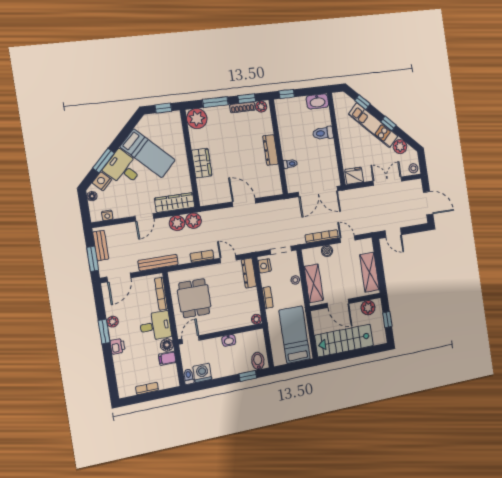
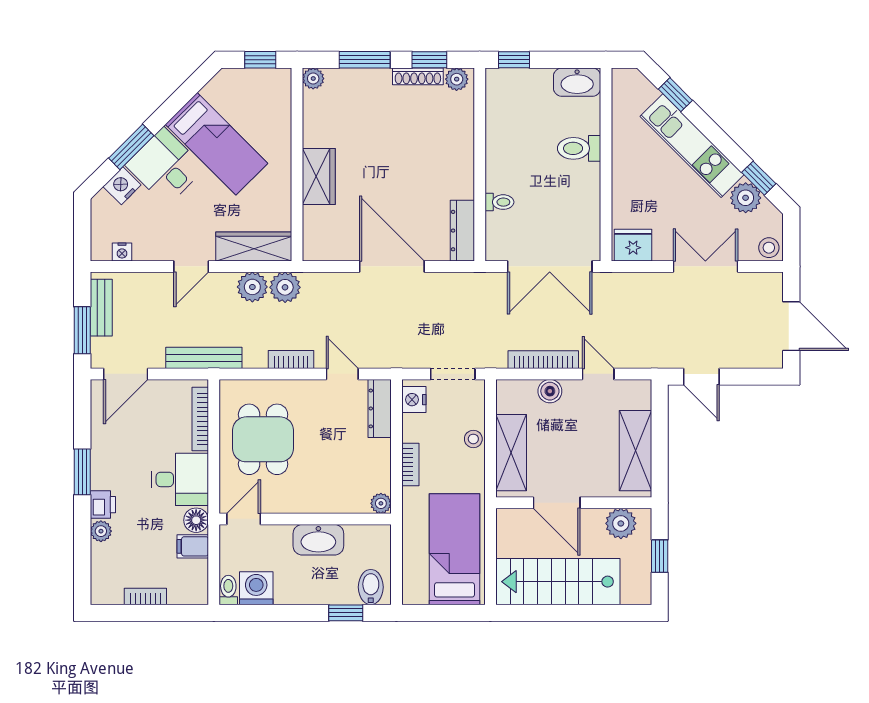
plant: (197, 119) -> (313, 78), width x0.53, depth x0.53
window: (388, 124) -> (759, 178), moved
dresser: (270, 150) -> (462, 231), moved
floor lamp: (92, 196) -> (100, 211), removed
door: (244, 202) -> (392, 266), width x1.36
plant: (113, 322) -> (101, 531), moved
washbasin: (229, 340) -> (318, 540), width x1.91, depth x1.45

